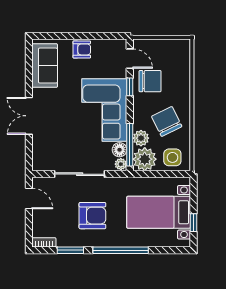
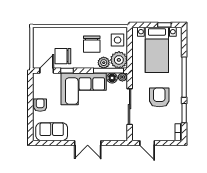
chair: (150, 81) -> (63, 56), turned -90
chair: (167, 121) -> (92, 44), turned -64
door: (29, 199) -> (147, 143), swing flipped

